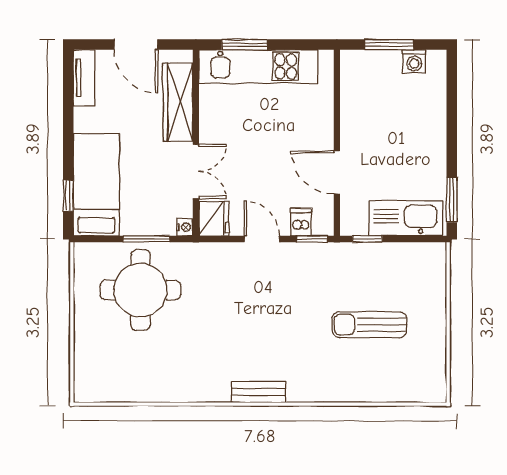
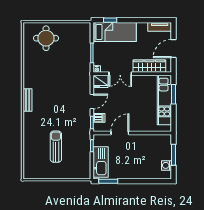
round table: (140, 290) -> (46, 38), moved, width x0.73, depth x0.73

